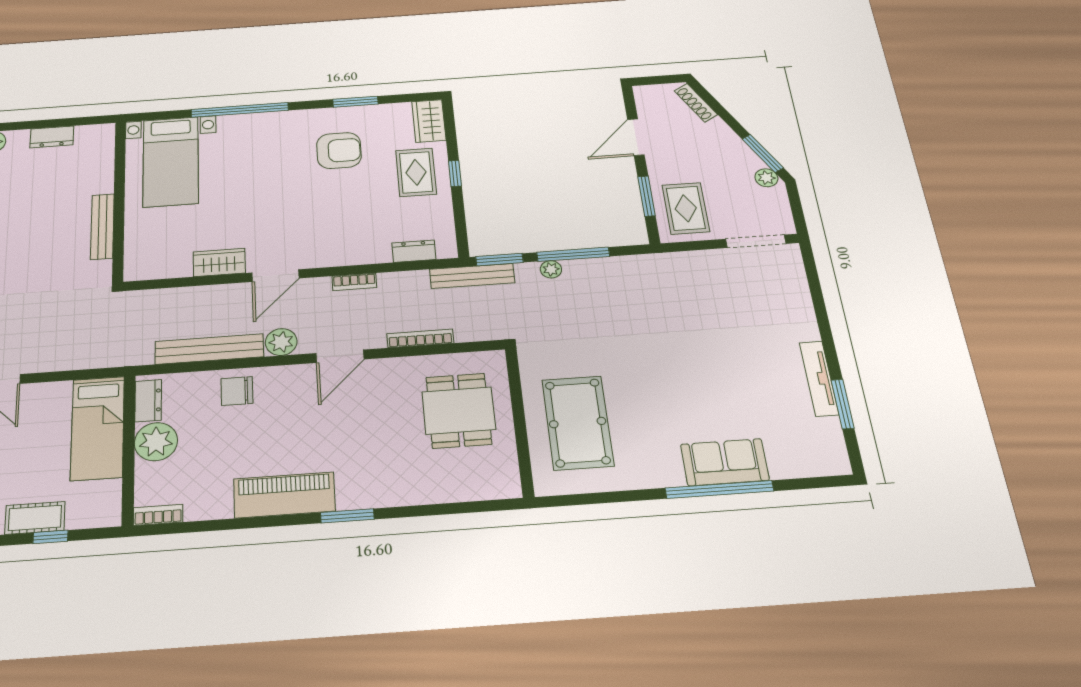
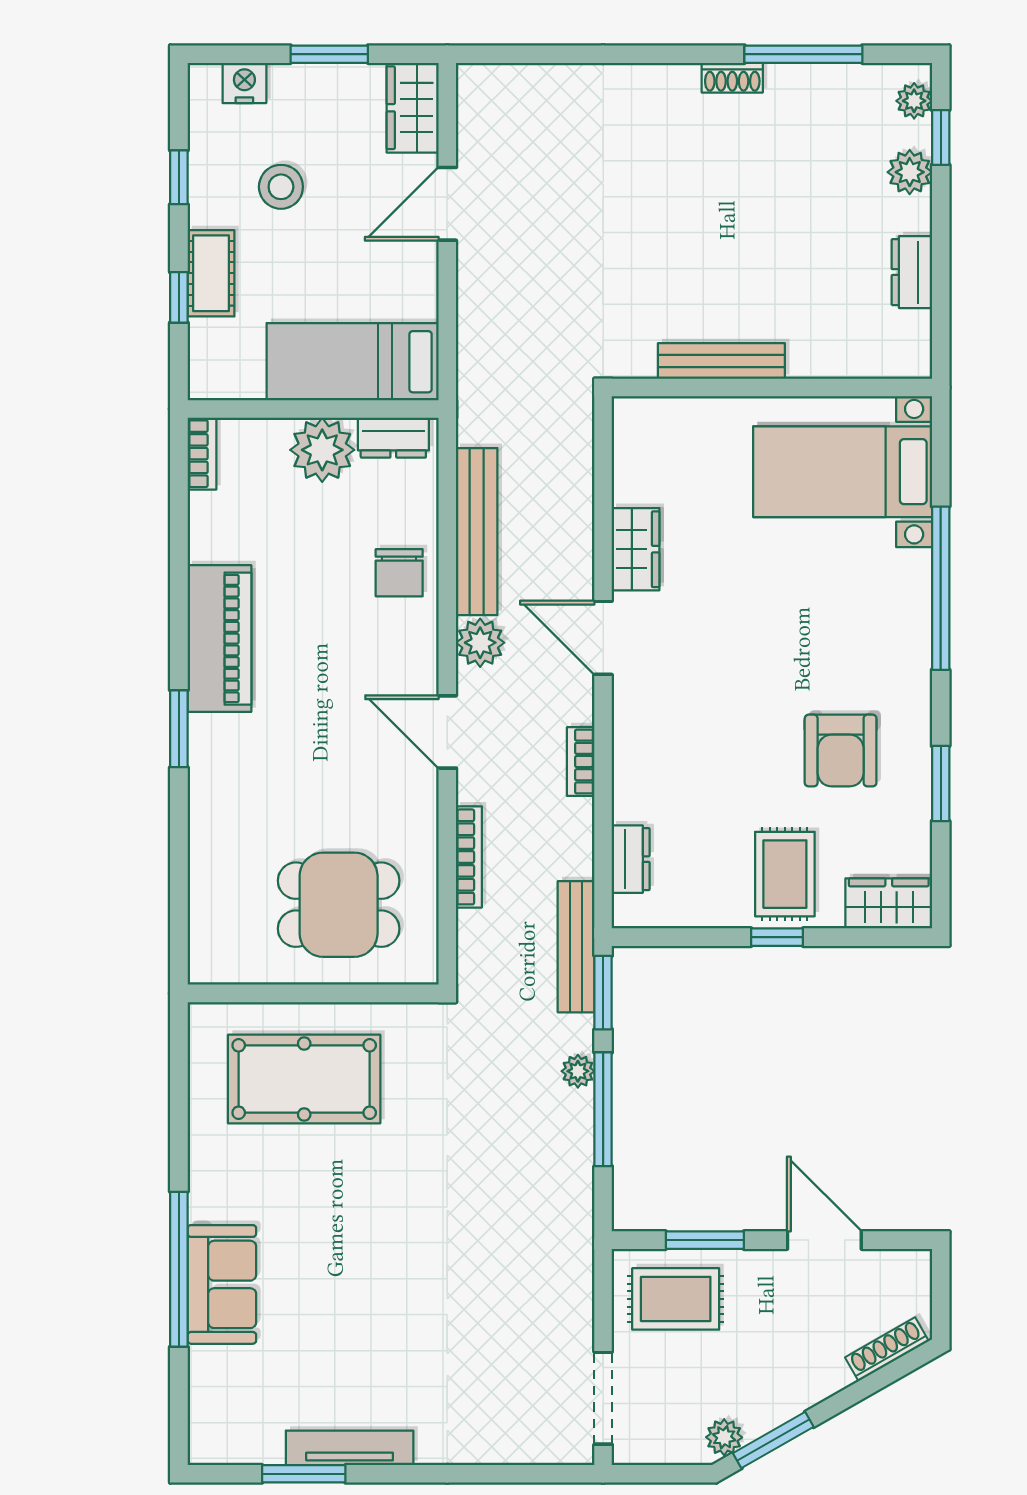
rug: (416, 172) -> (785, 874), turned 90
chair: (237, 391) -> (399, 573), turned 180

